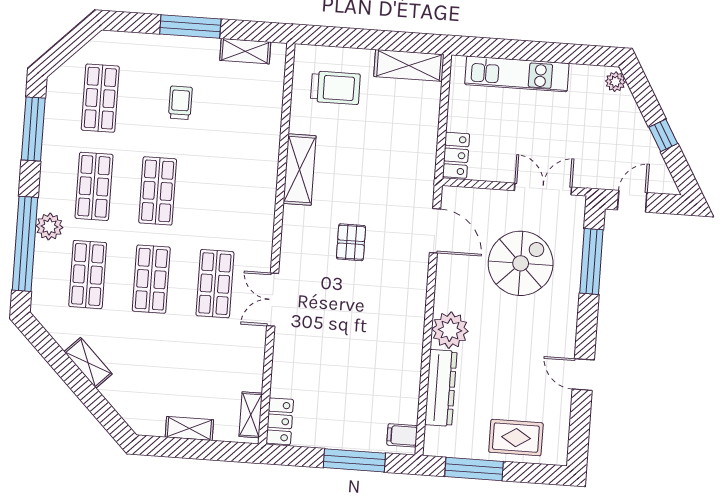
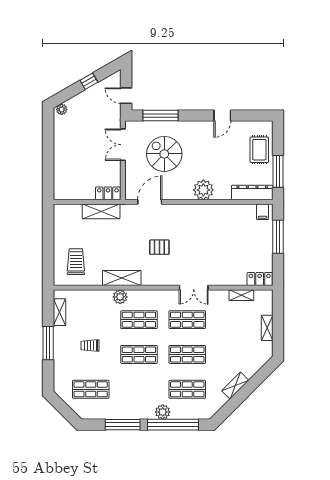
shelving: (409, 65) -> (101, 211), moved, turned 90
kitchen unit: (517, 74) -> (61, 163), removed
window: (33, 129) -> (123, 425), moved
plant: (266, 164) -> (120, 297), added
shop shelf: (94, 186) -> (139, 320), moved
dresser: (441, 388) -> (252, 193), moved
shelving: (251, 415) -> (241, 295), moved

